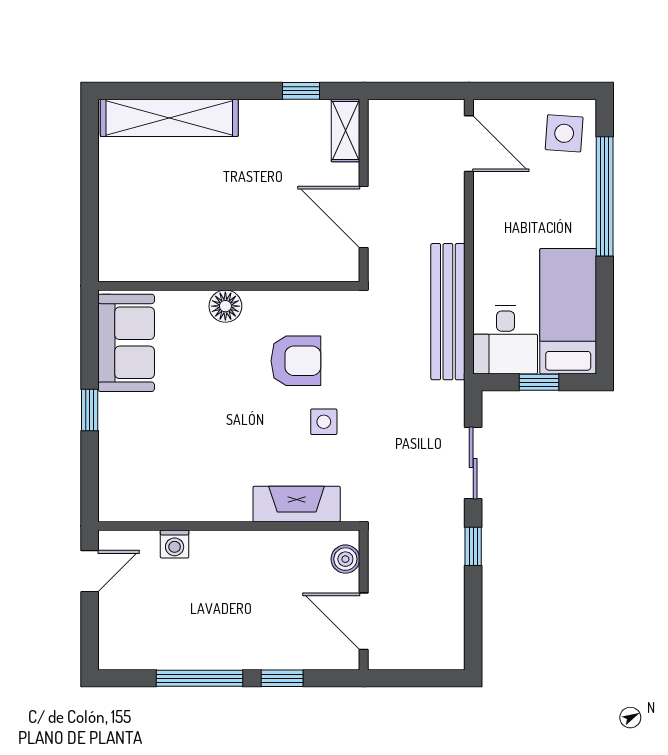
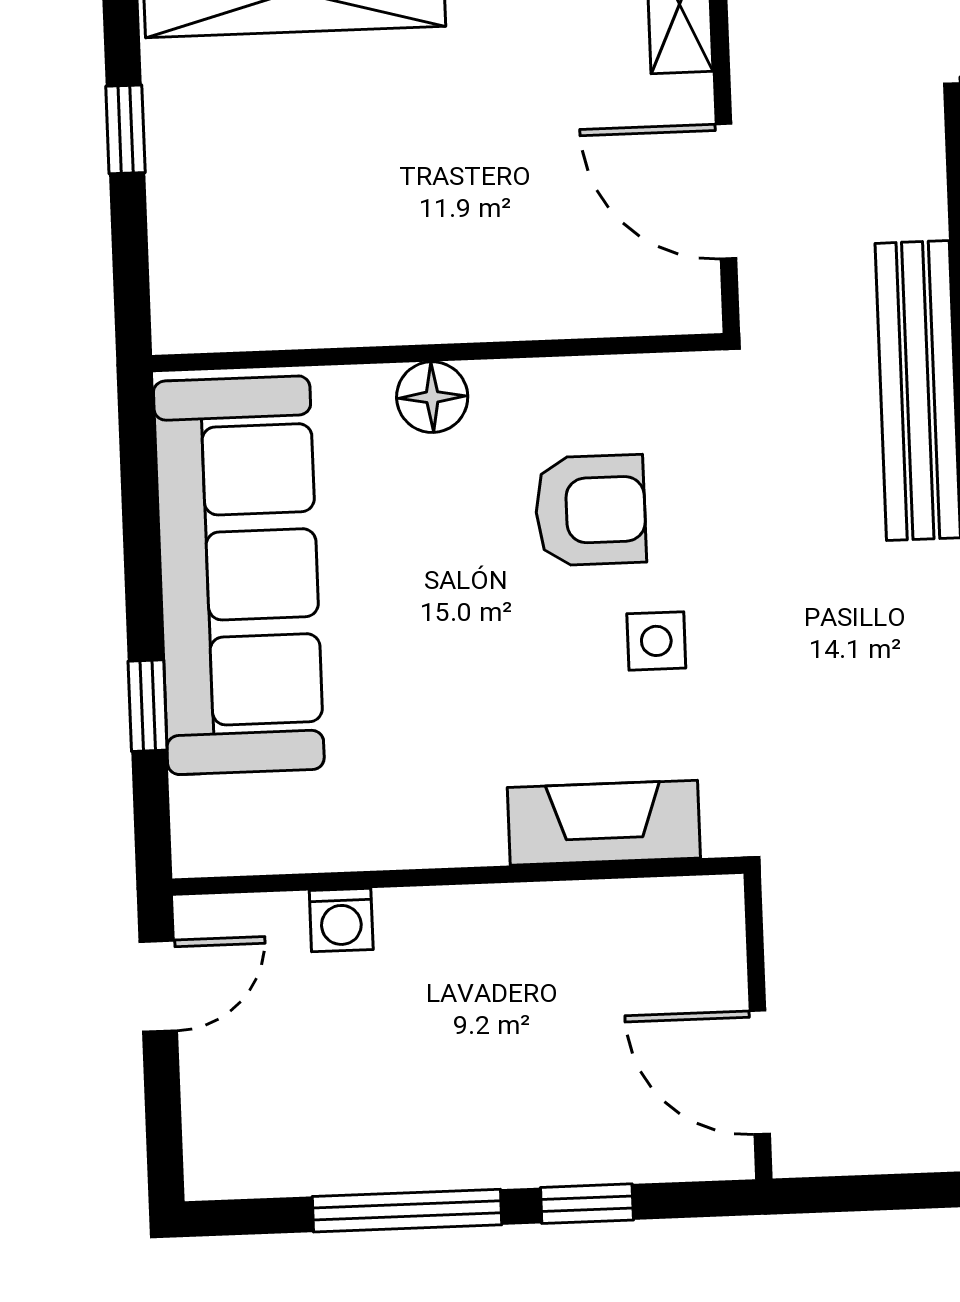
window: (90, 178) -> (125, 129), added
sofa: (126, 343) -> (239, 575), width x1.85, depth x1.27
window: (90, 410) -> (148, 706), moved
boiler: (345, 559) -> (715, 938), removed

